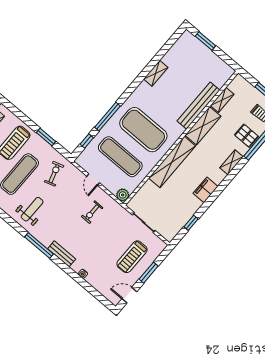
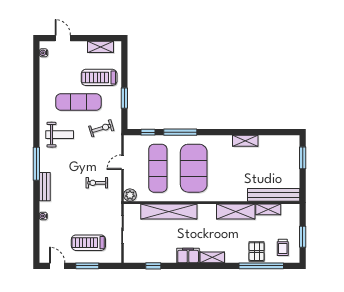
bench: (198, 106) -> (274, 195), moved
shelving: (172, 162) -> (169, 211), moved
shelving: (231, 162) -> (212, 257), moved

